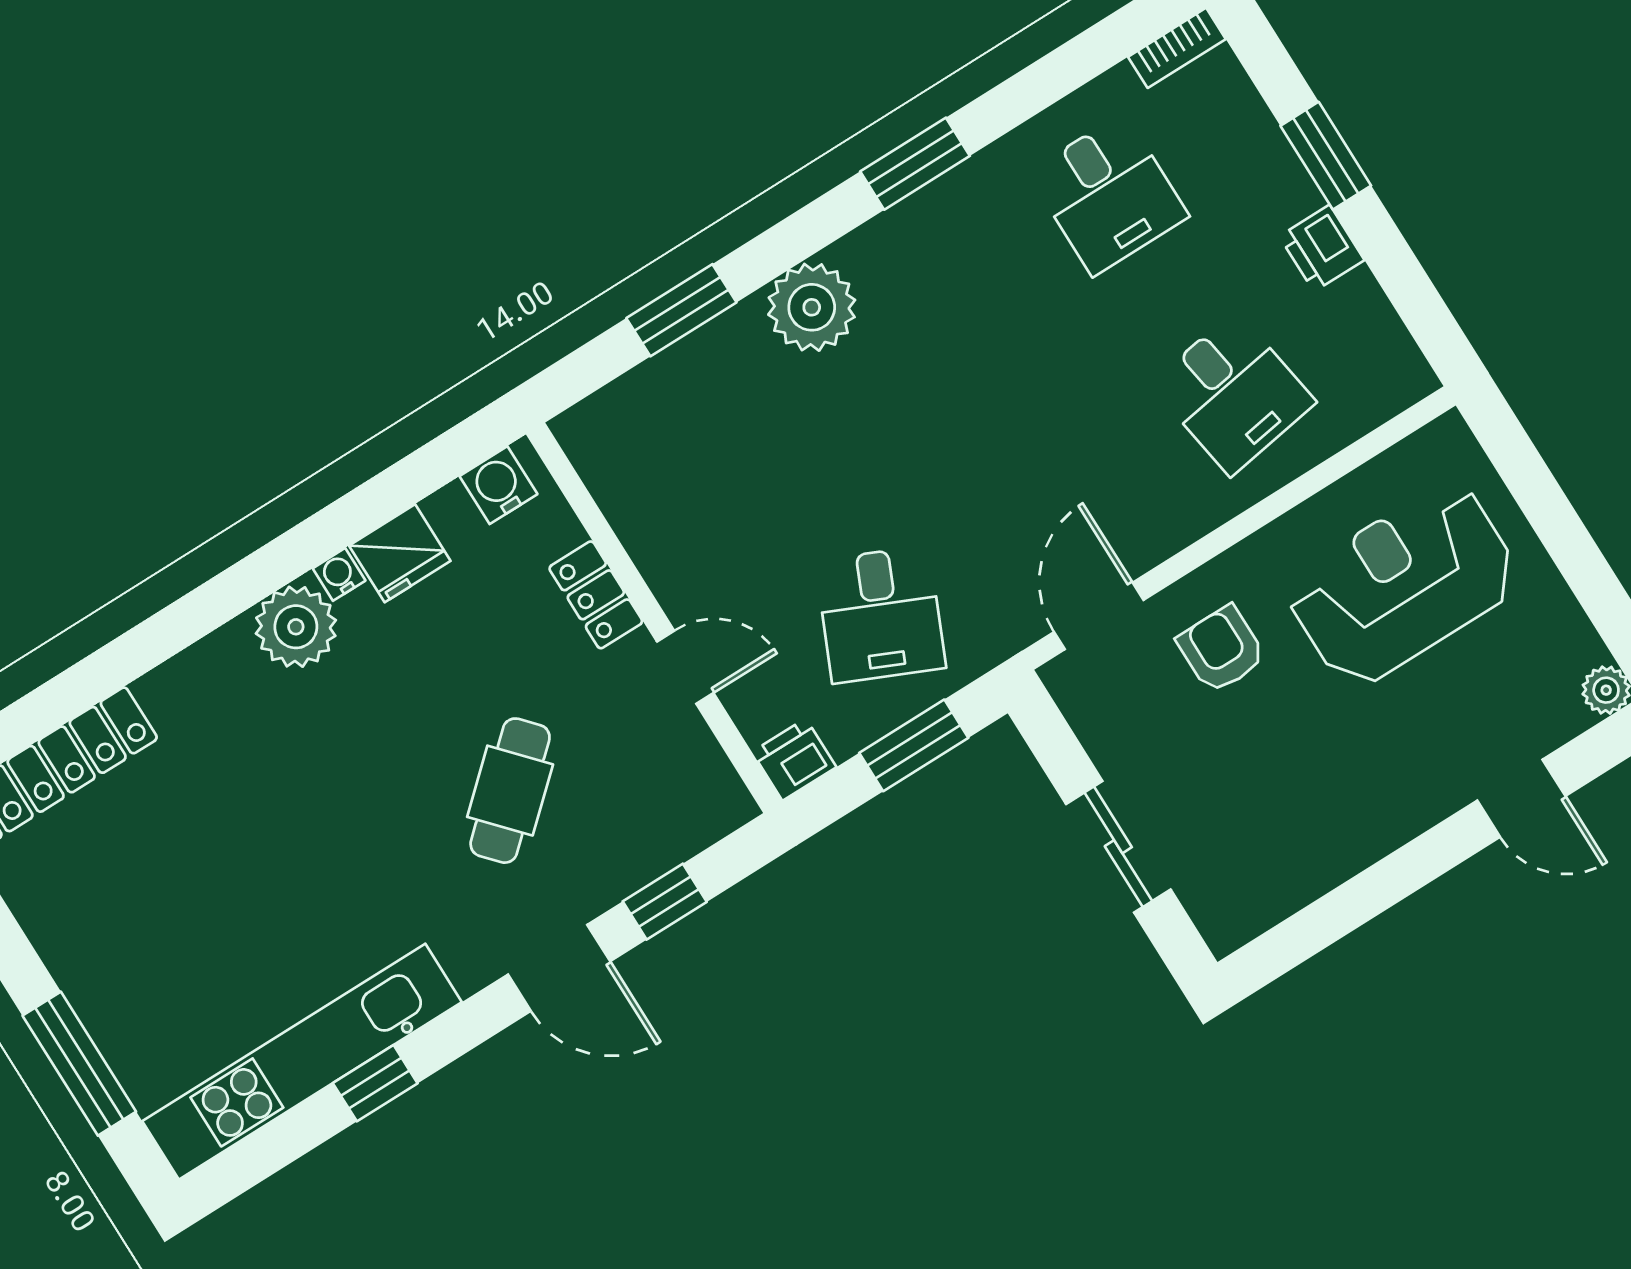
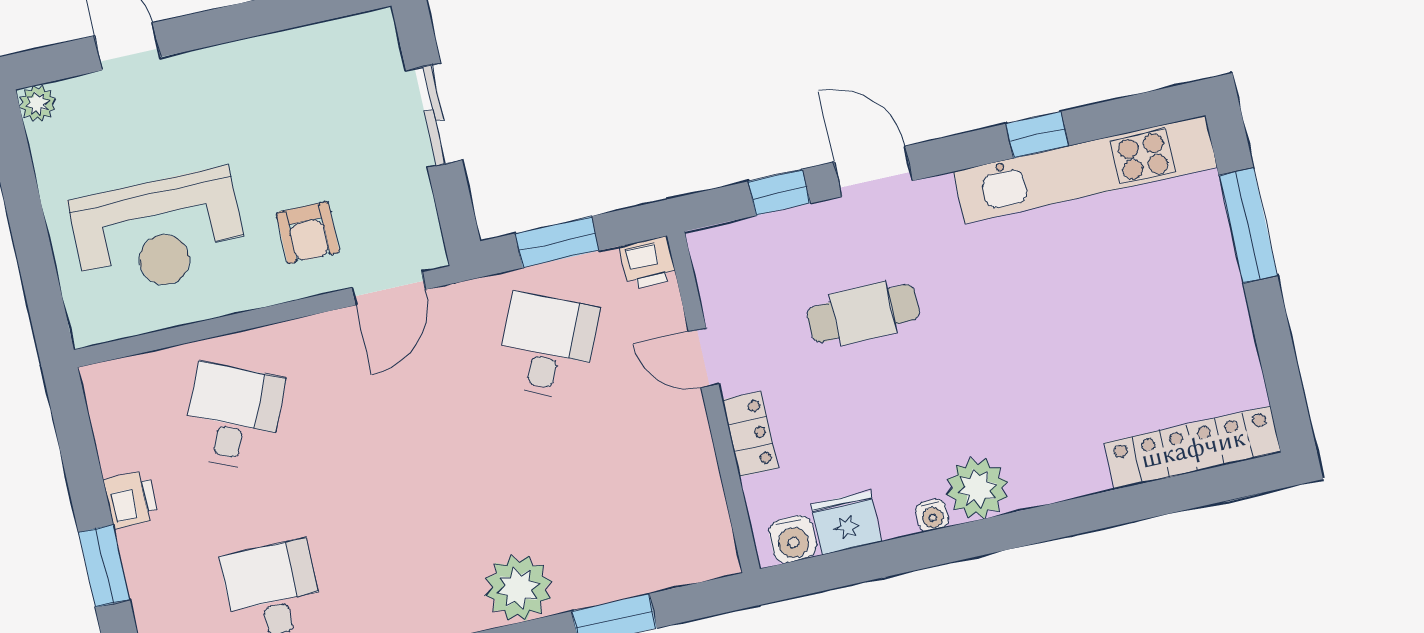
desk: (1233, 393) -> (233, 417), turned 33
fridge: (400, 553) -> (846, 523), moved
cafe table: (510, 791) -> (863, 313), turned 41

